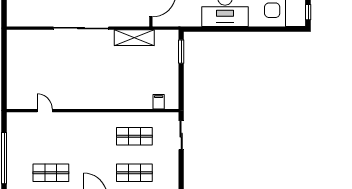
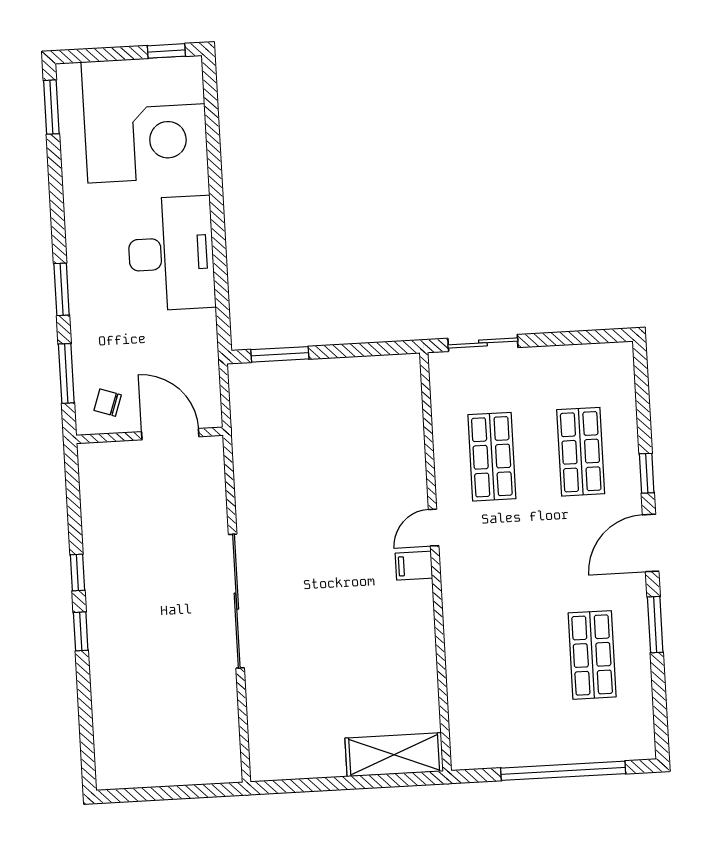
shelving: (134, 38) -> (394, 755), moved, turned 90
filing cabinet: (159, 102) -> (414, 566), moved
door: (45, 111) -> (434, 528), moved

